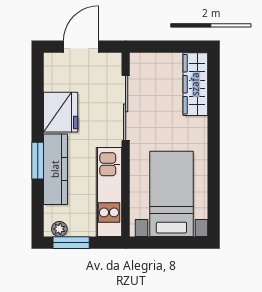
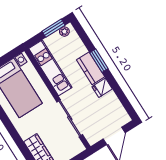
fridge: (61, 112) -> (102, 88), width x0.53, depth x0.75
kitchen counter: (55, 169) -> (91, 68), width x0.67

